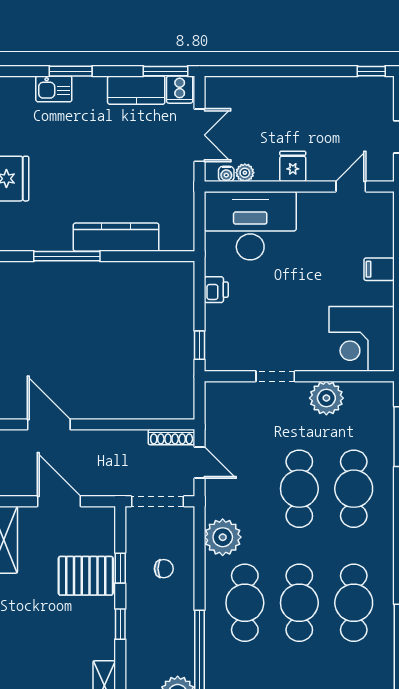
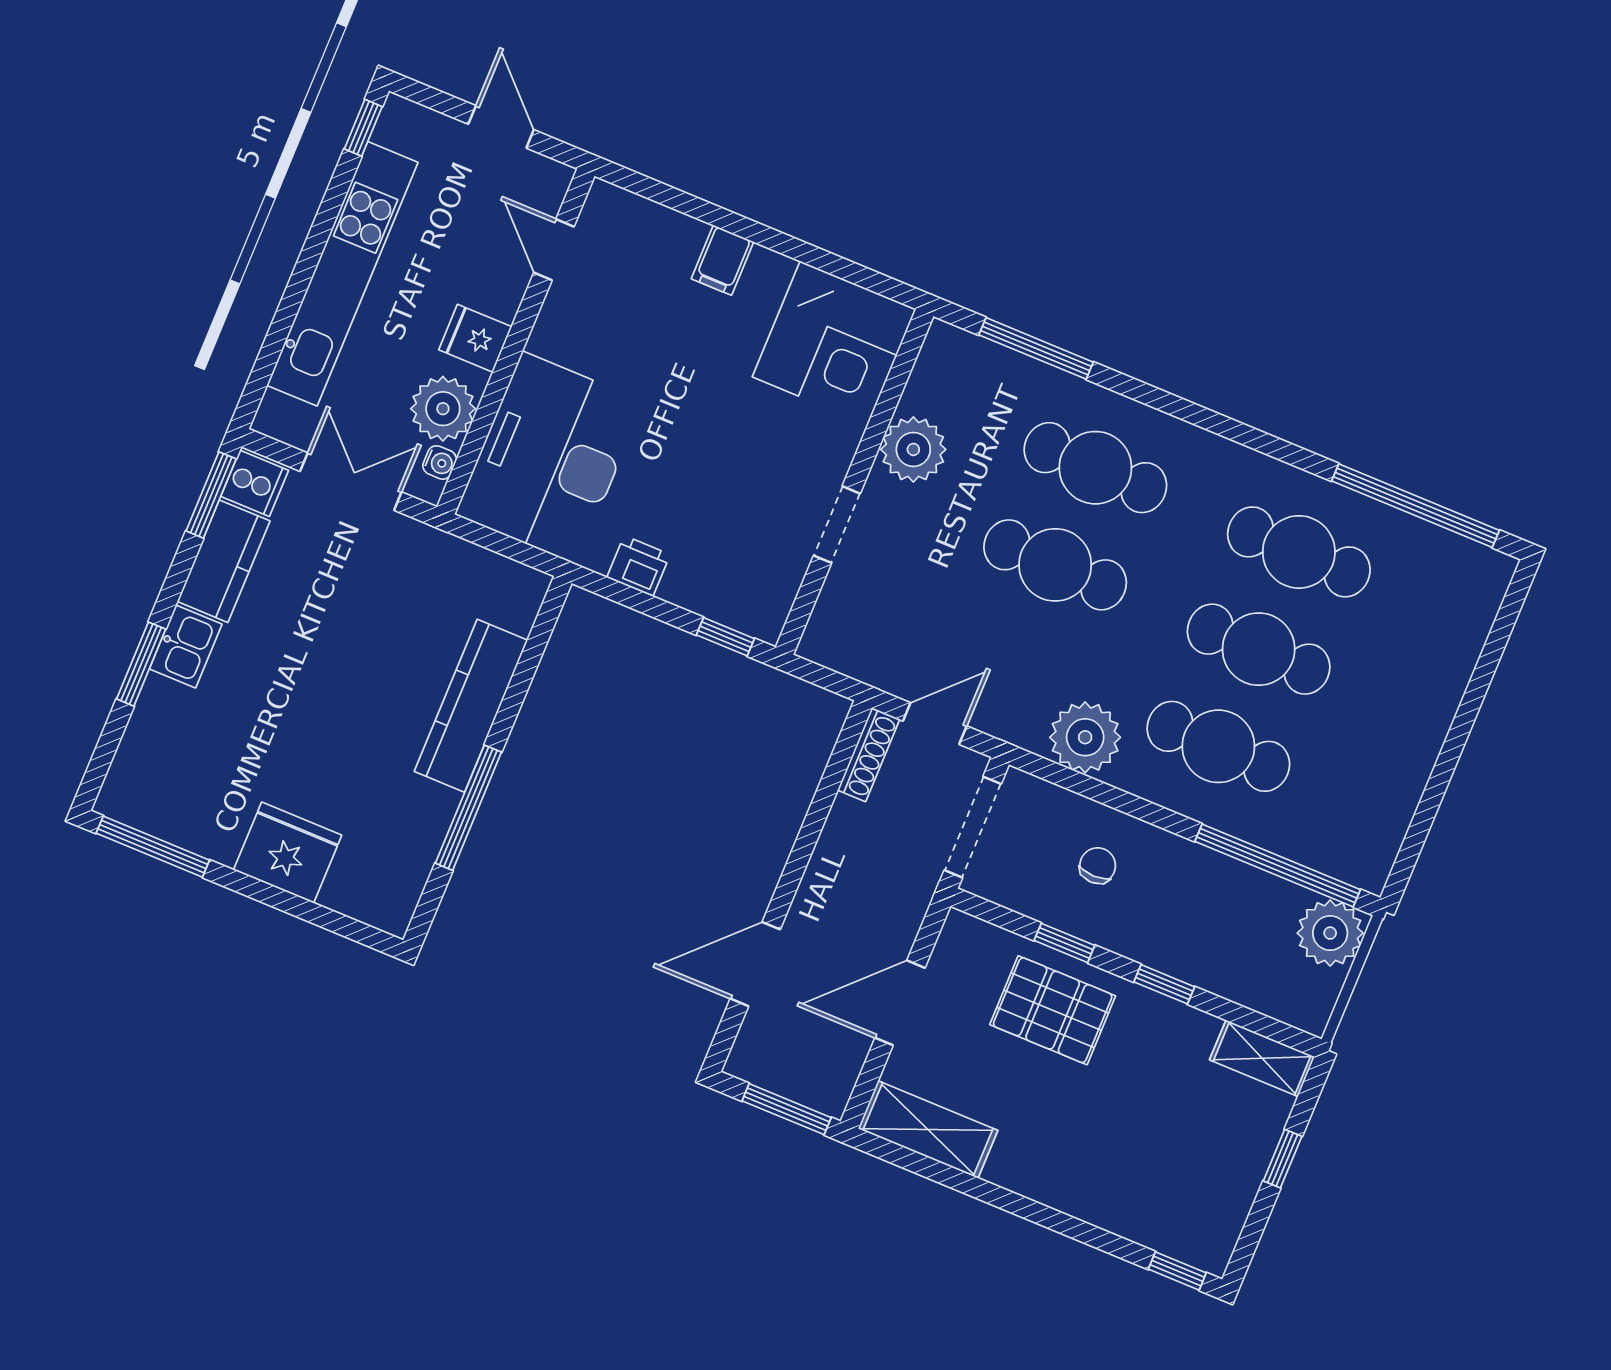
kitchen sink: (54, 89) -> (186, 646), moved
kitchen unit: (297, 90) -> (342, 274), added
plant: (245, 173) -> (443, 409), width x1.87, depth x1.87
pallet: (86, 576) -> (1053, 1010), turned 90

